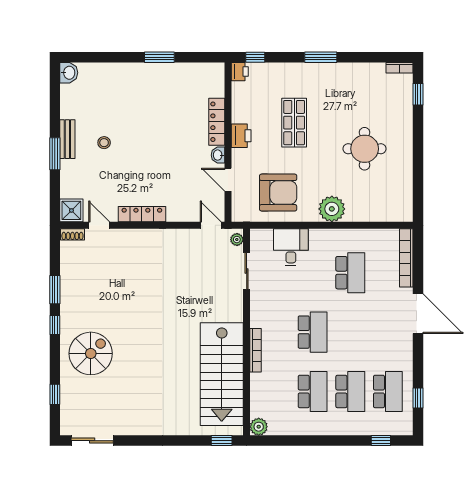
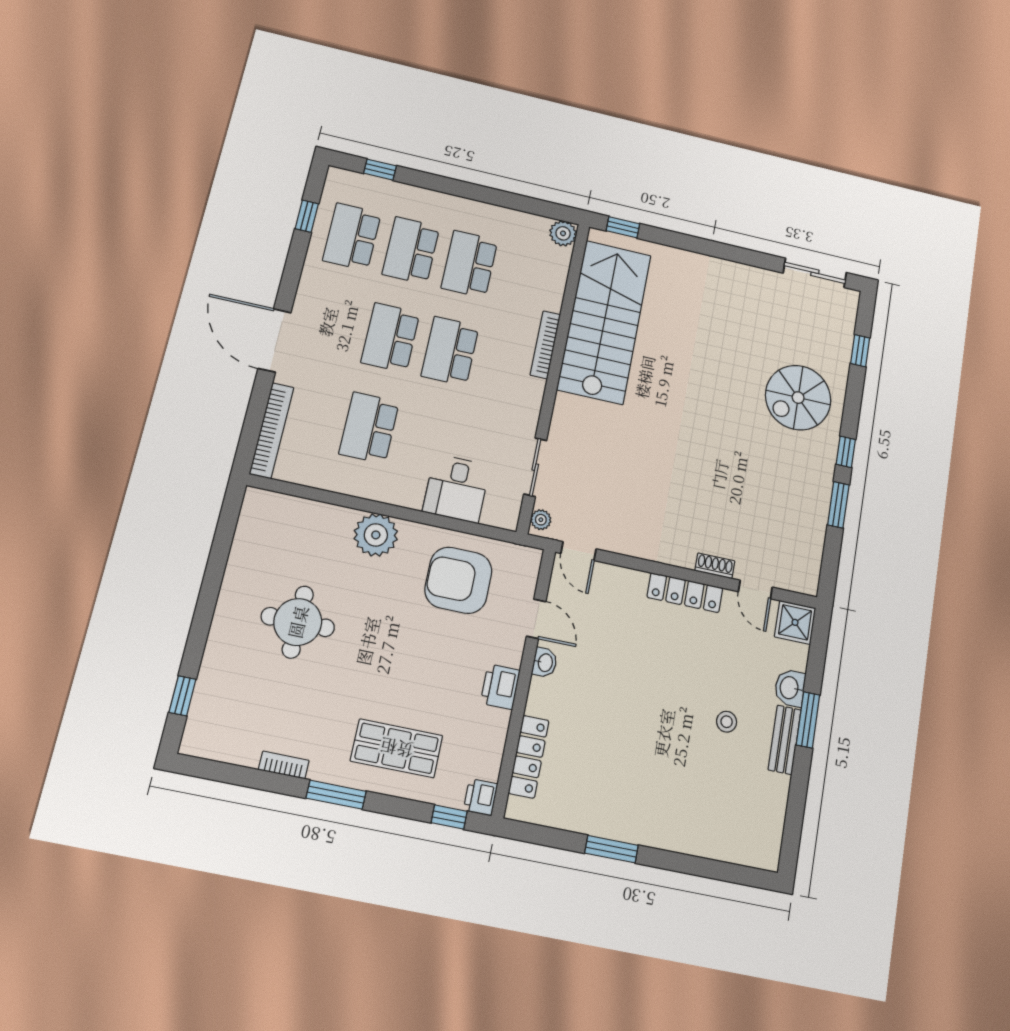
bookcase: (400, 68) -> (284, 765), moved
washbasin: (69, 73) -> (790, 688), moved
locker: (217, 122) -> (529, 757), moved
shop shelf: (294, 123) -> (397, 748), moved, turned 90
shoe rack: (72, 234) -> (715, 566), moved
school desk: (350, 332) -> (390, 338), added

